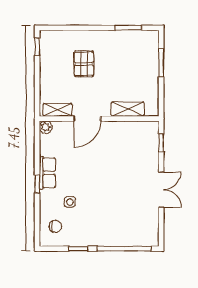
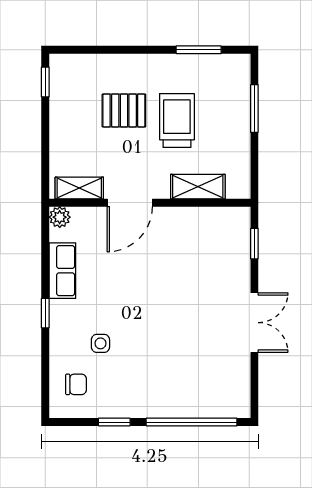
pallet: (84, 64) -> (124, 110), turned 90
trolley: (115, 70) -> (177, 120), added
row of seats: (47, 173) -> (62, 271), moved

